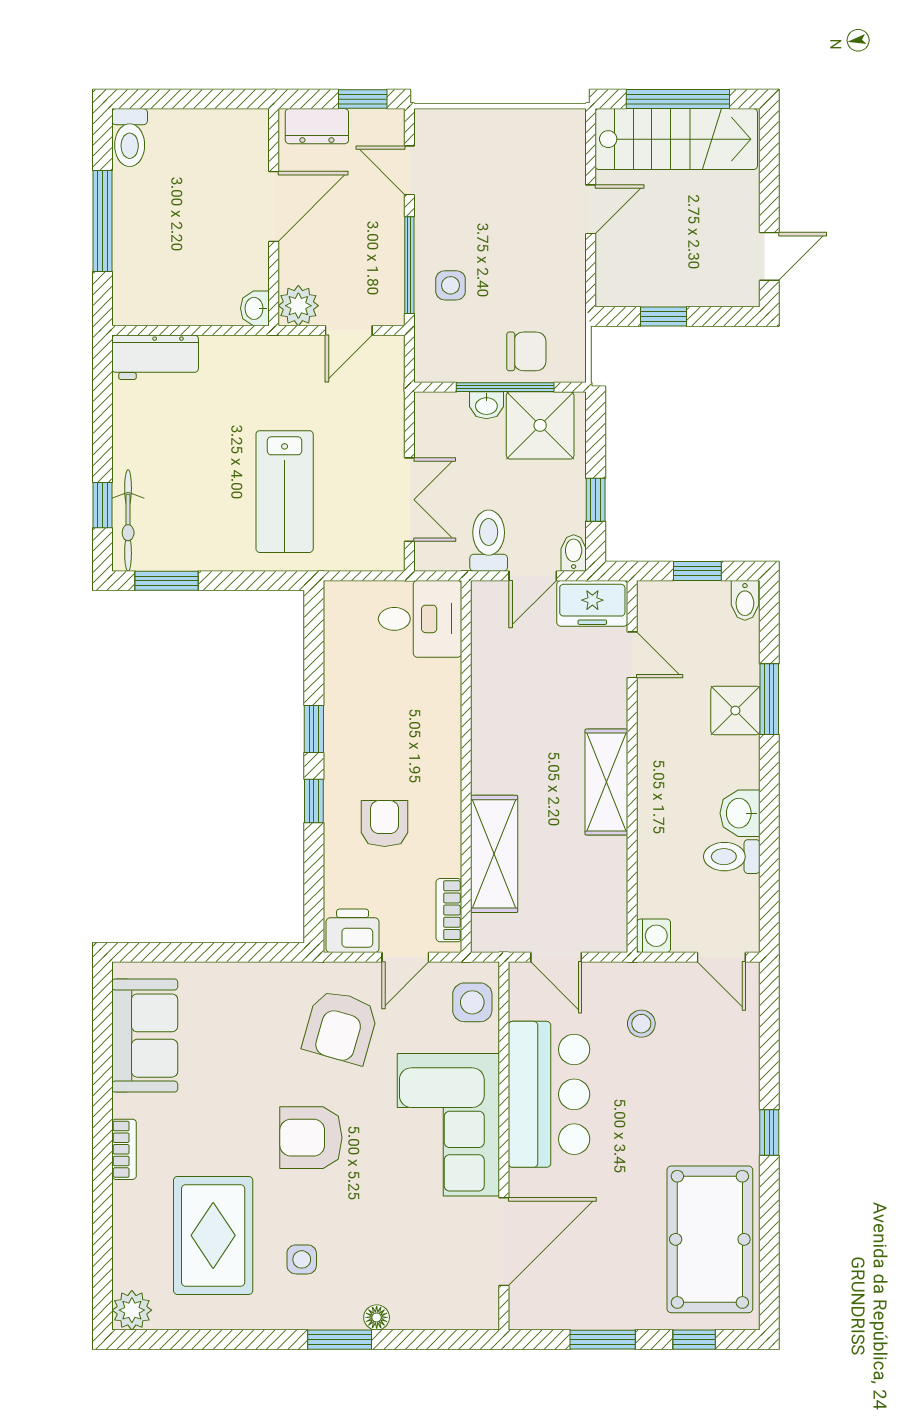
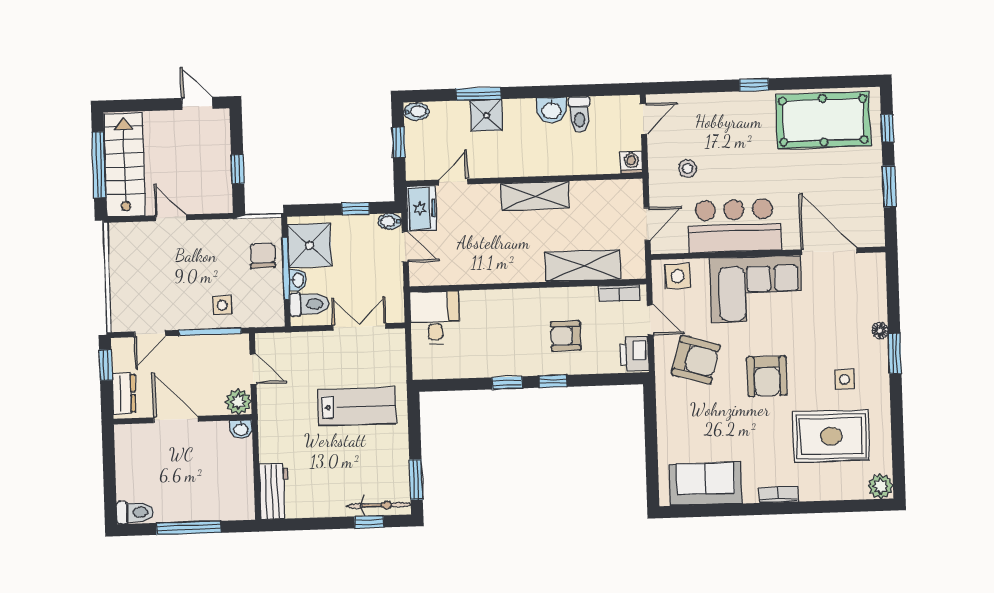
toilet: (489, 541) -> (309, 304), moved, turned 180

